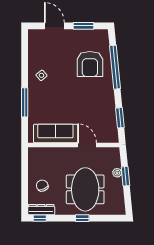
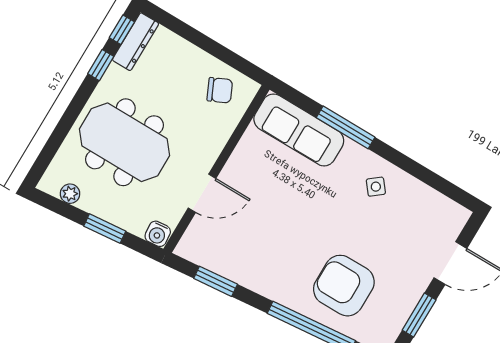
sofa: (55, 133) -> (299, 130), moved, turned 90
water cooler: (115, 153) -> (158, 234), added
plant: (117, 173) -> (70, 194), moved
chair: (42, 186) -> (220, 90), moved
window: (82, 218) -> (101, 65), moved

